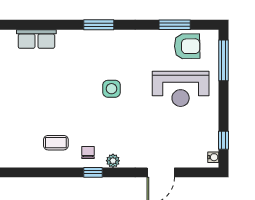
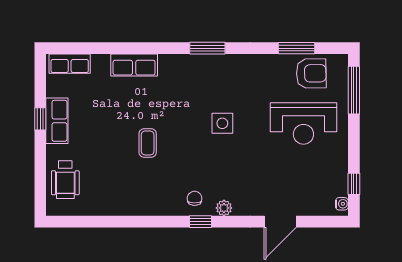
coffee table: (56, 143) -> (148, 143), moved, turned 90

